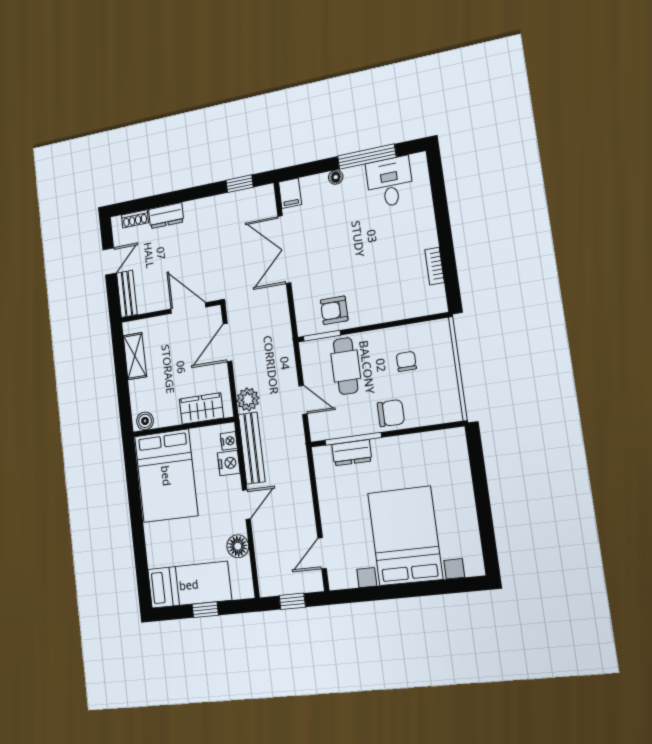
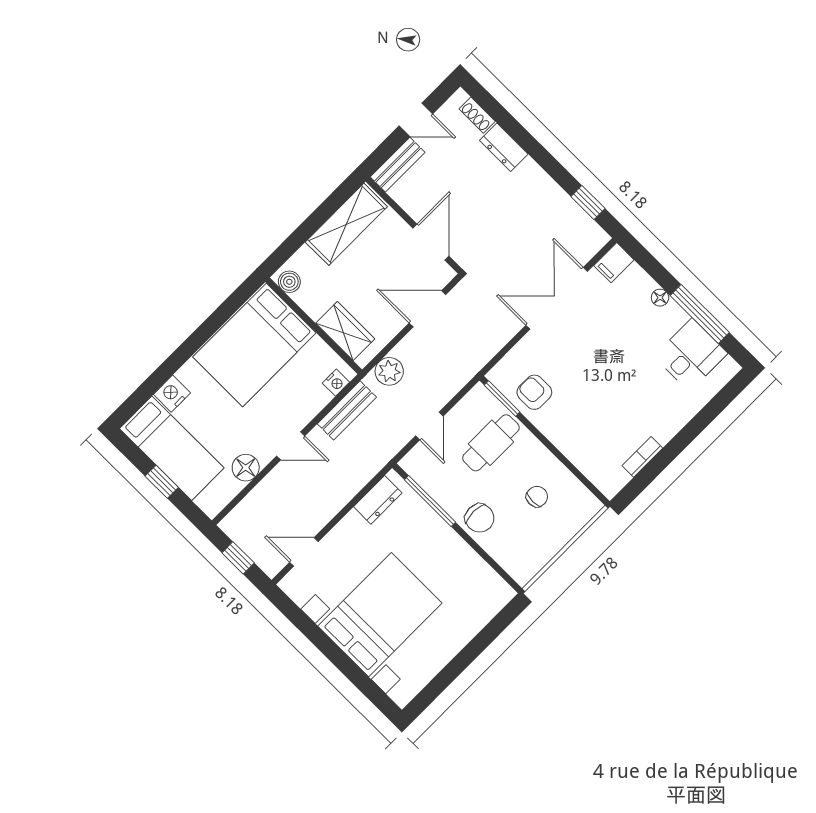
shelving: (135, 356) -> (346, 224), width x1.50, depth x1.33
bench: (252, 448) -> (347, 410), width x0.73
dresser: (352, 453) -> (378, 500), moved, turned -90
nightstand: (229, 463) -> (172, 394), moved, turned 180

